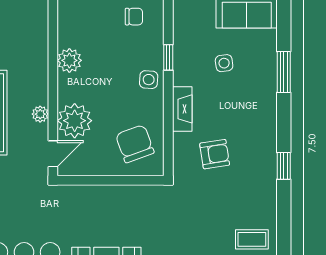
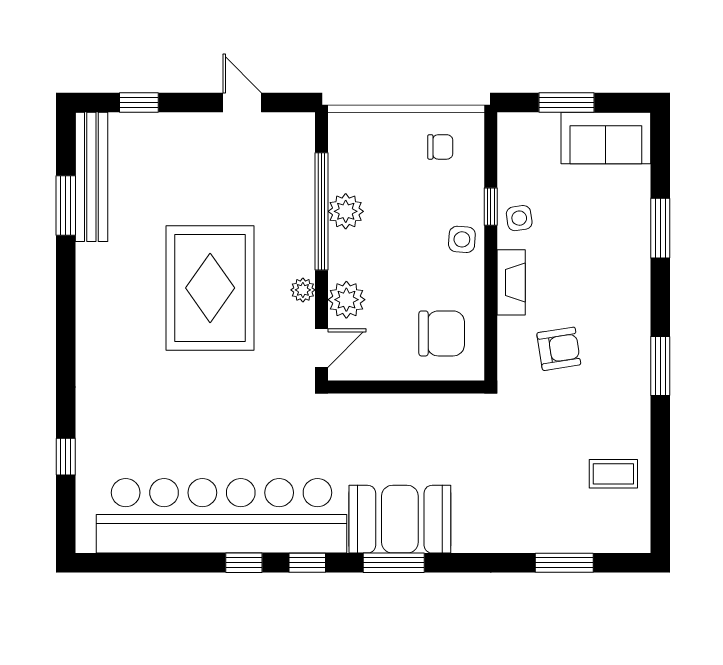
window: (53, 61) -> (321, 211), added
side table: (224, 63) -> (519, 218), moved
plant: (75, 121) -> (346, 300), width x0.73, depth x0.73
chair: (135, 144) -> (442, 333), turned 110
window: (284, 166) -> (660, 366), width x1.50

